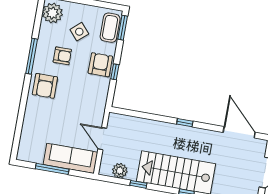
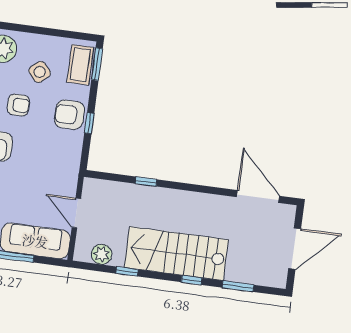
armchair: (100, 65) -> (69, 115), turned -90
window: (185, 123) -> (146, 182), moved

